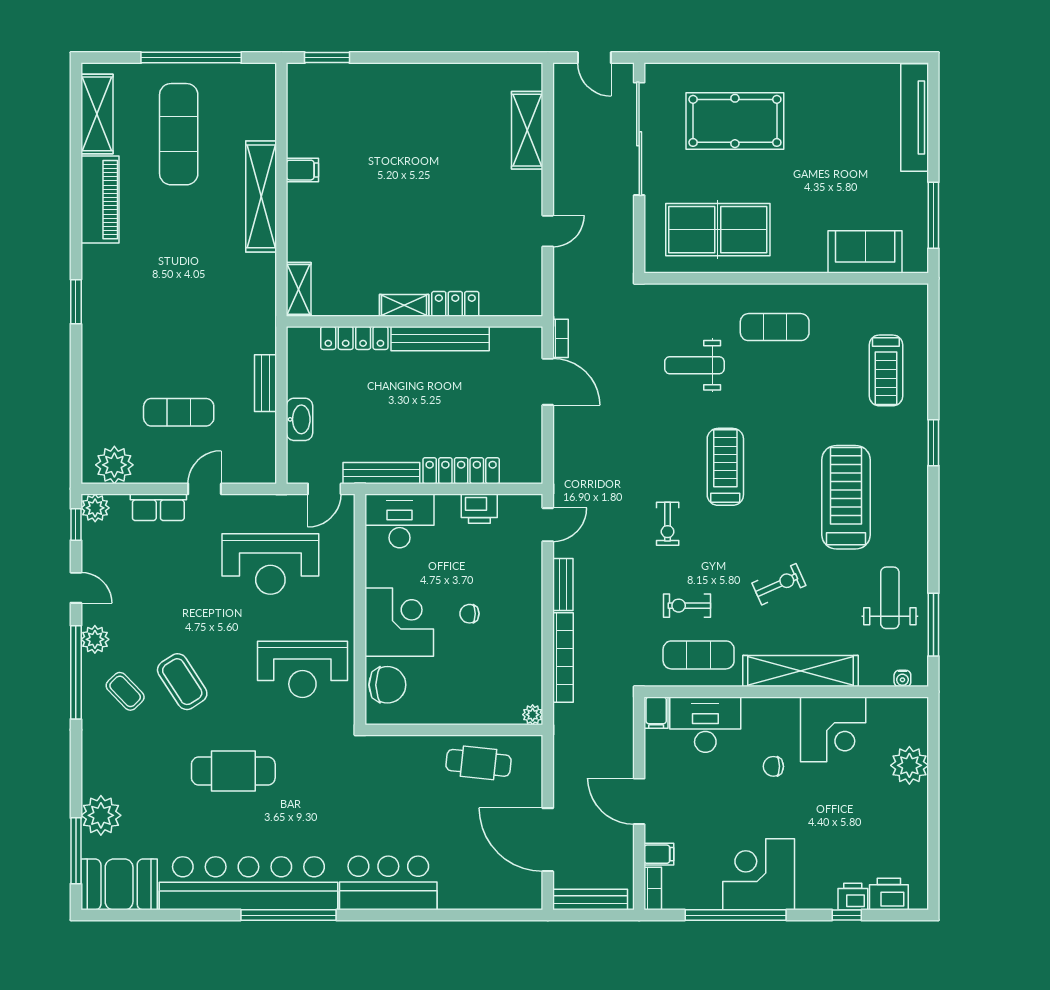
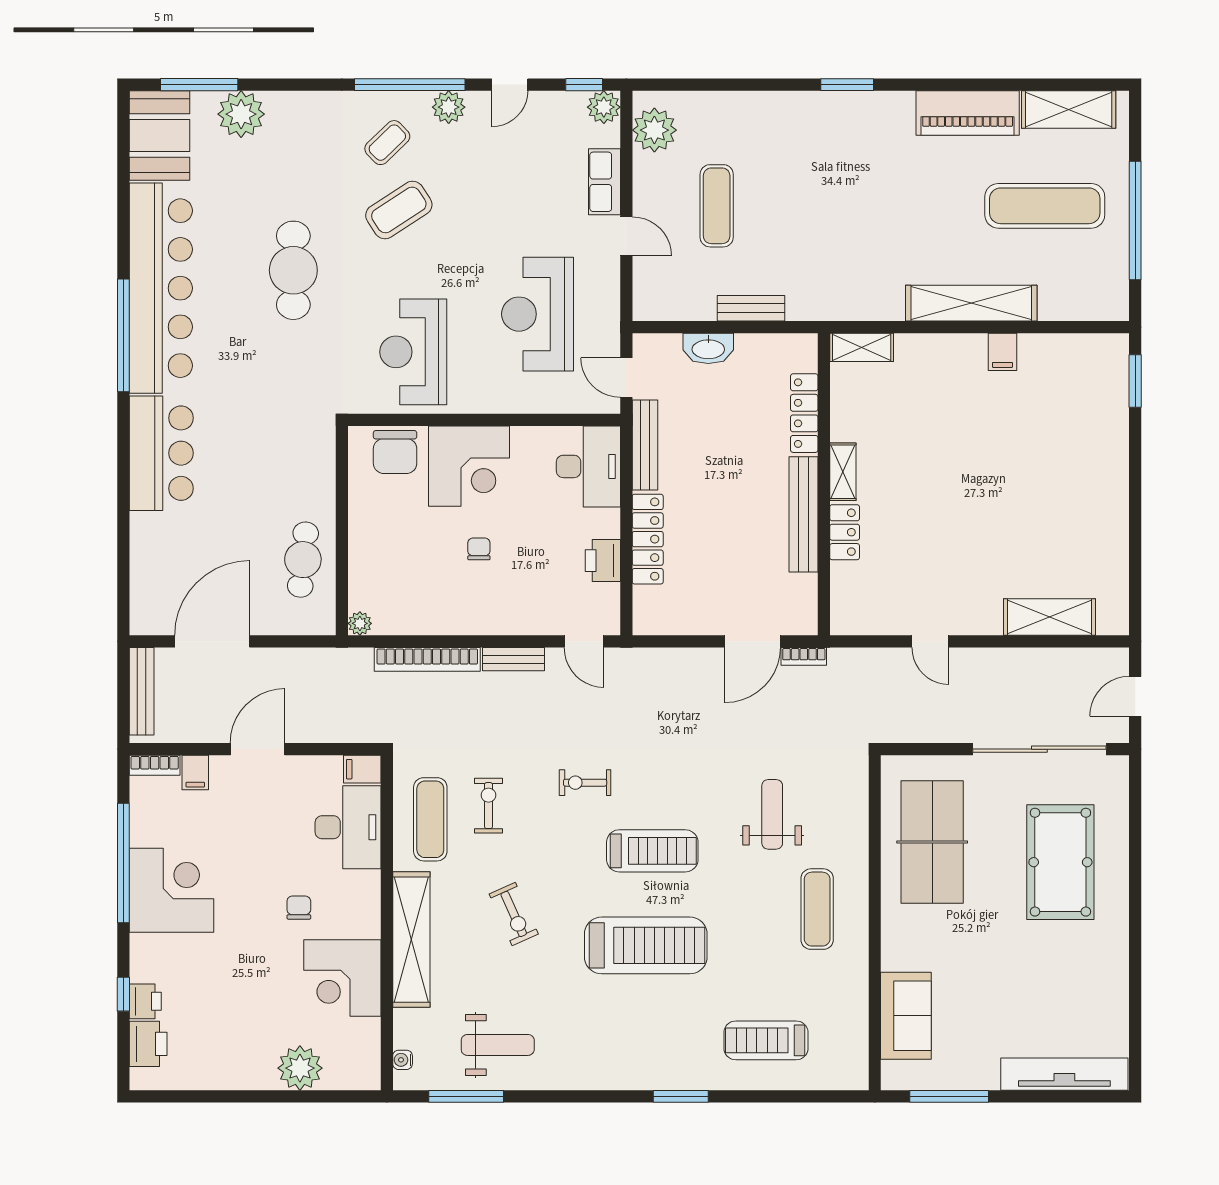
treadmill: (846, 497) -> (646, 945), moved

